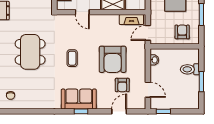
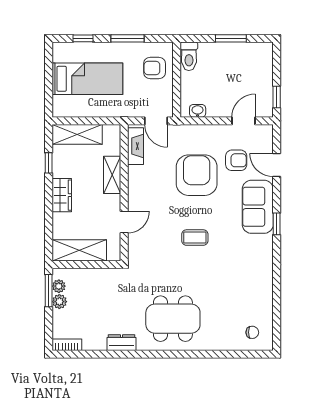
dining table: (30, 52) -> (173, 319), moved
armchair: (113, 59) -> (197, 175), turned -90
toilet: (190, 69) -> (189, 56), moved
sofa: (79, 99) -> (258, 207), moved

